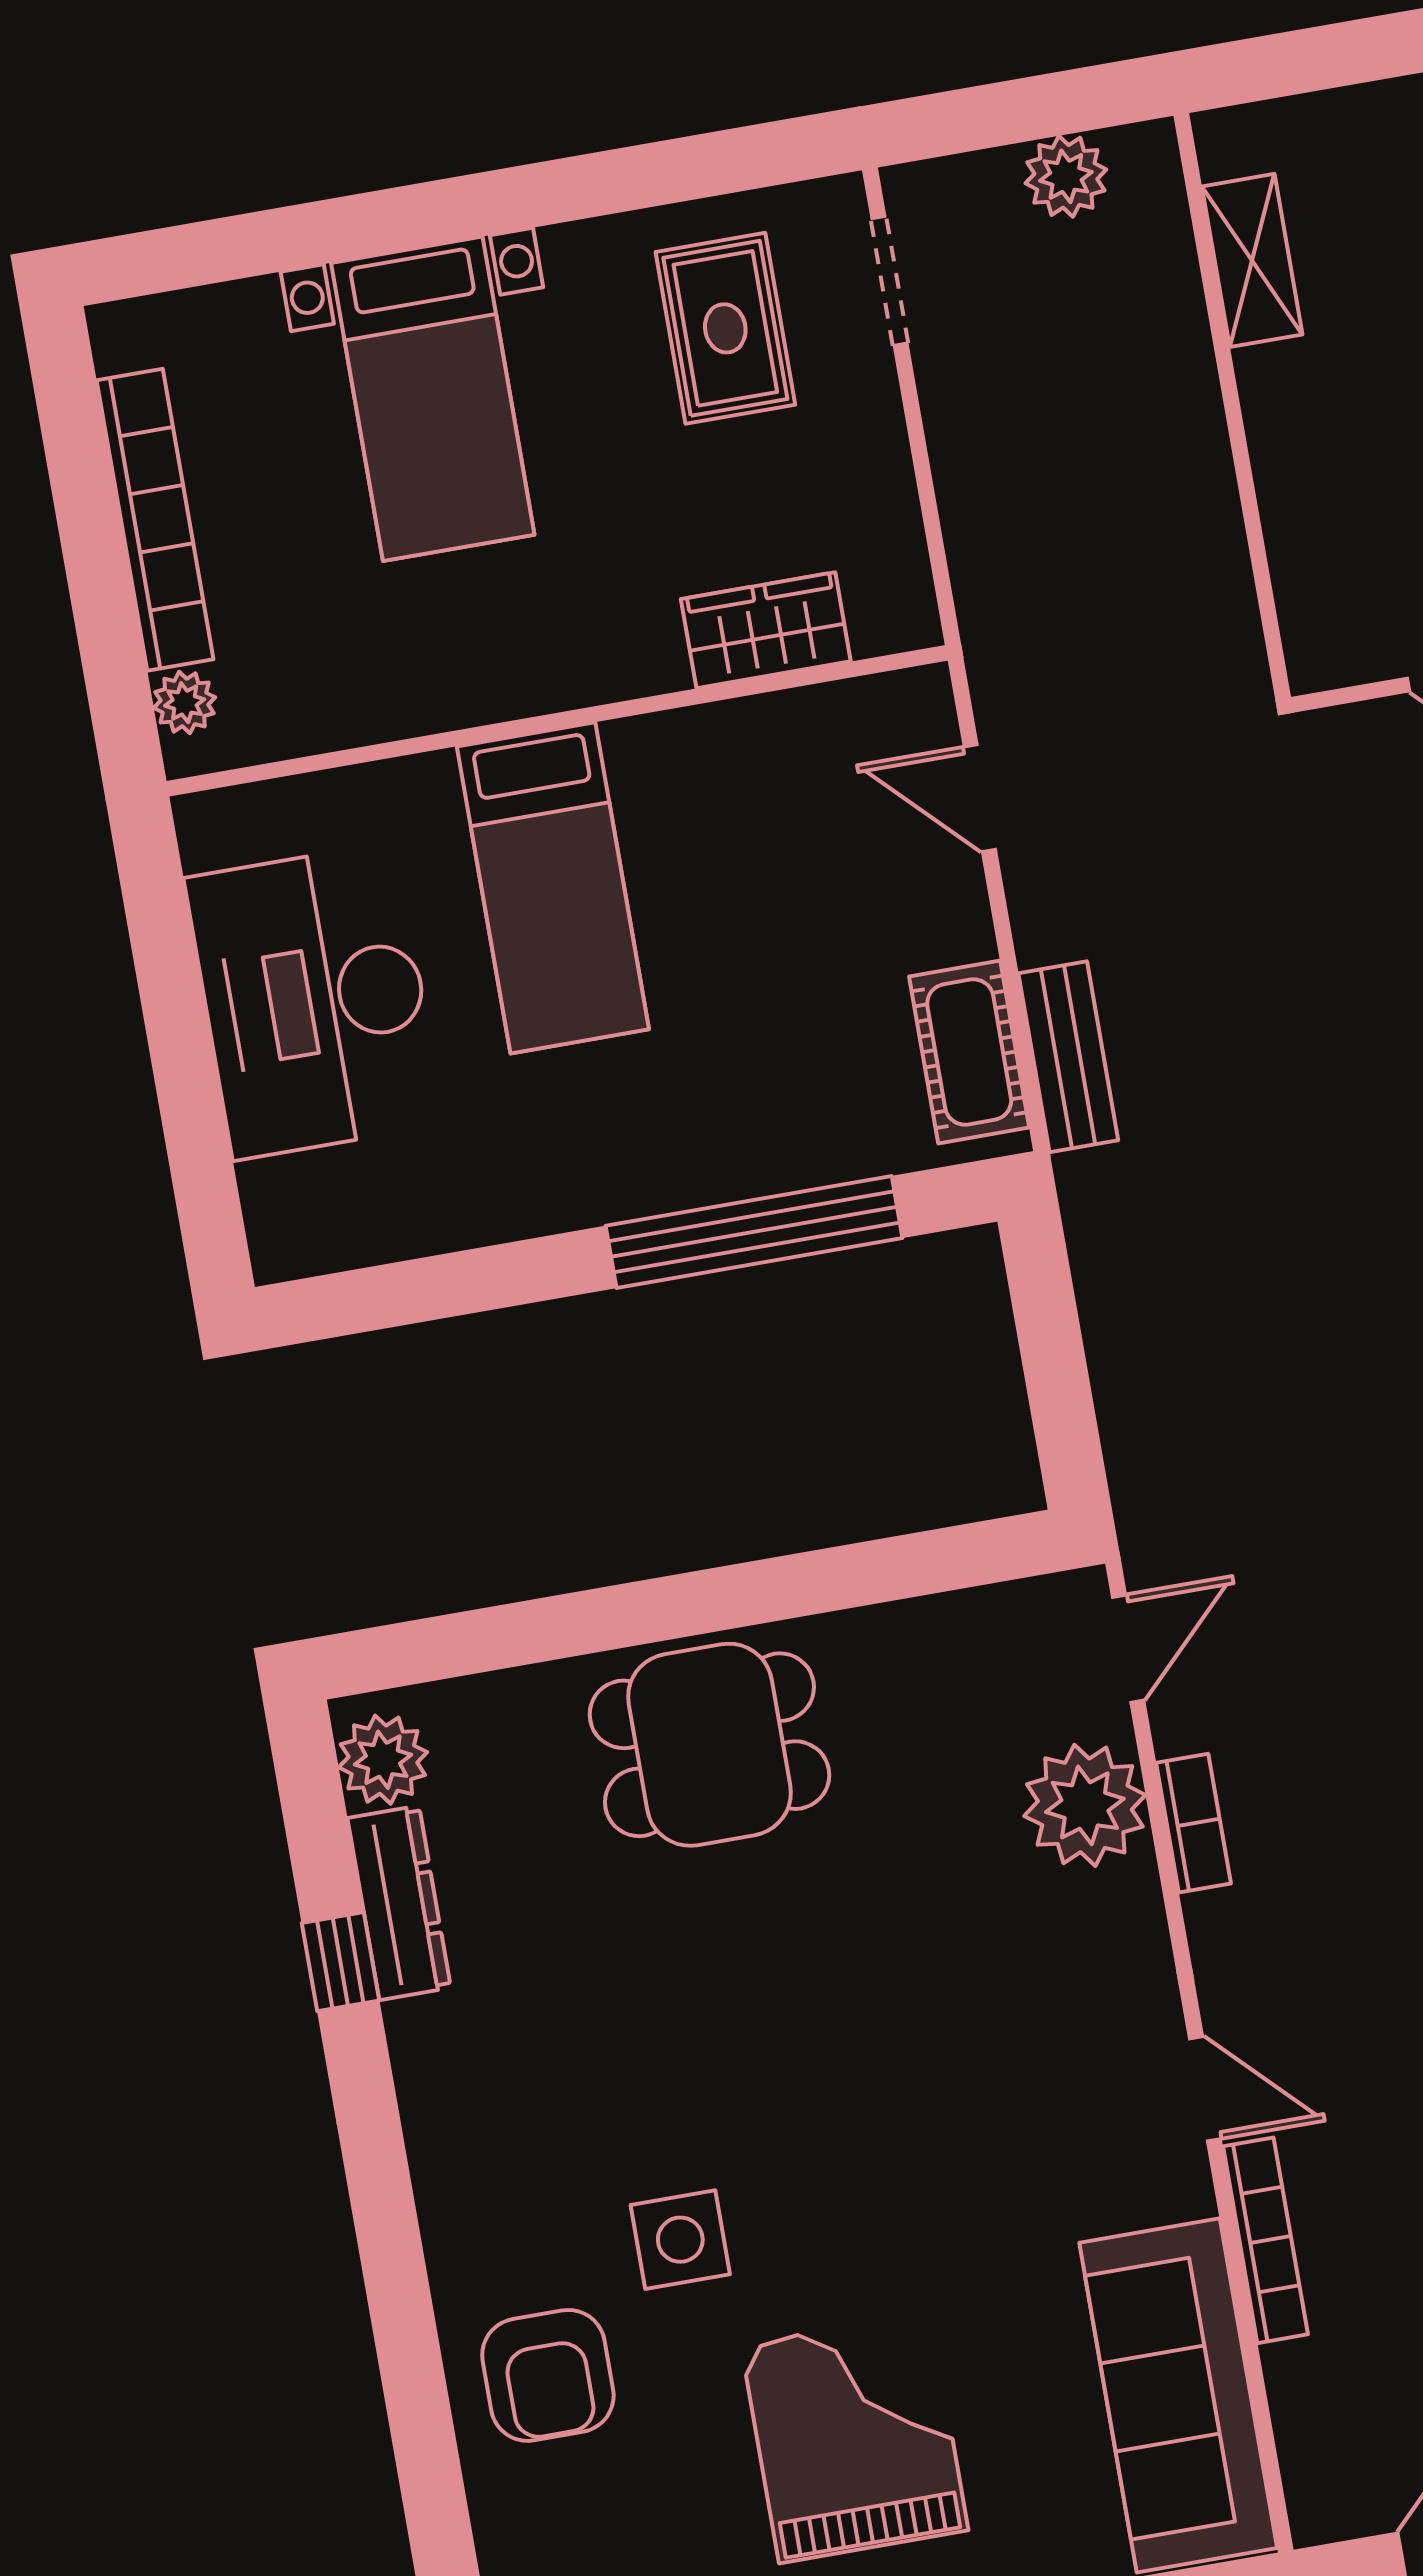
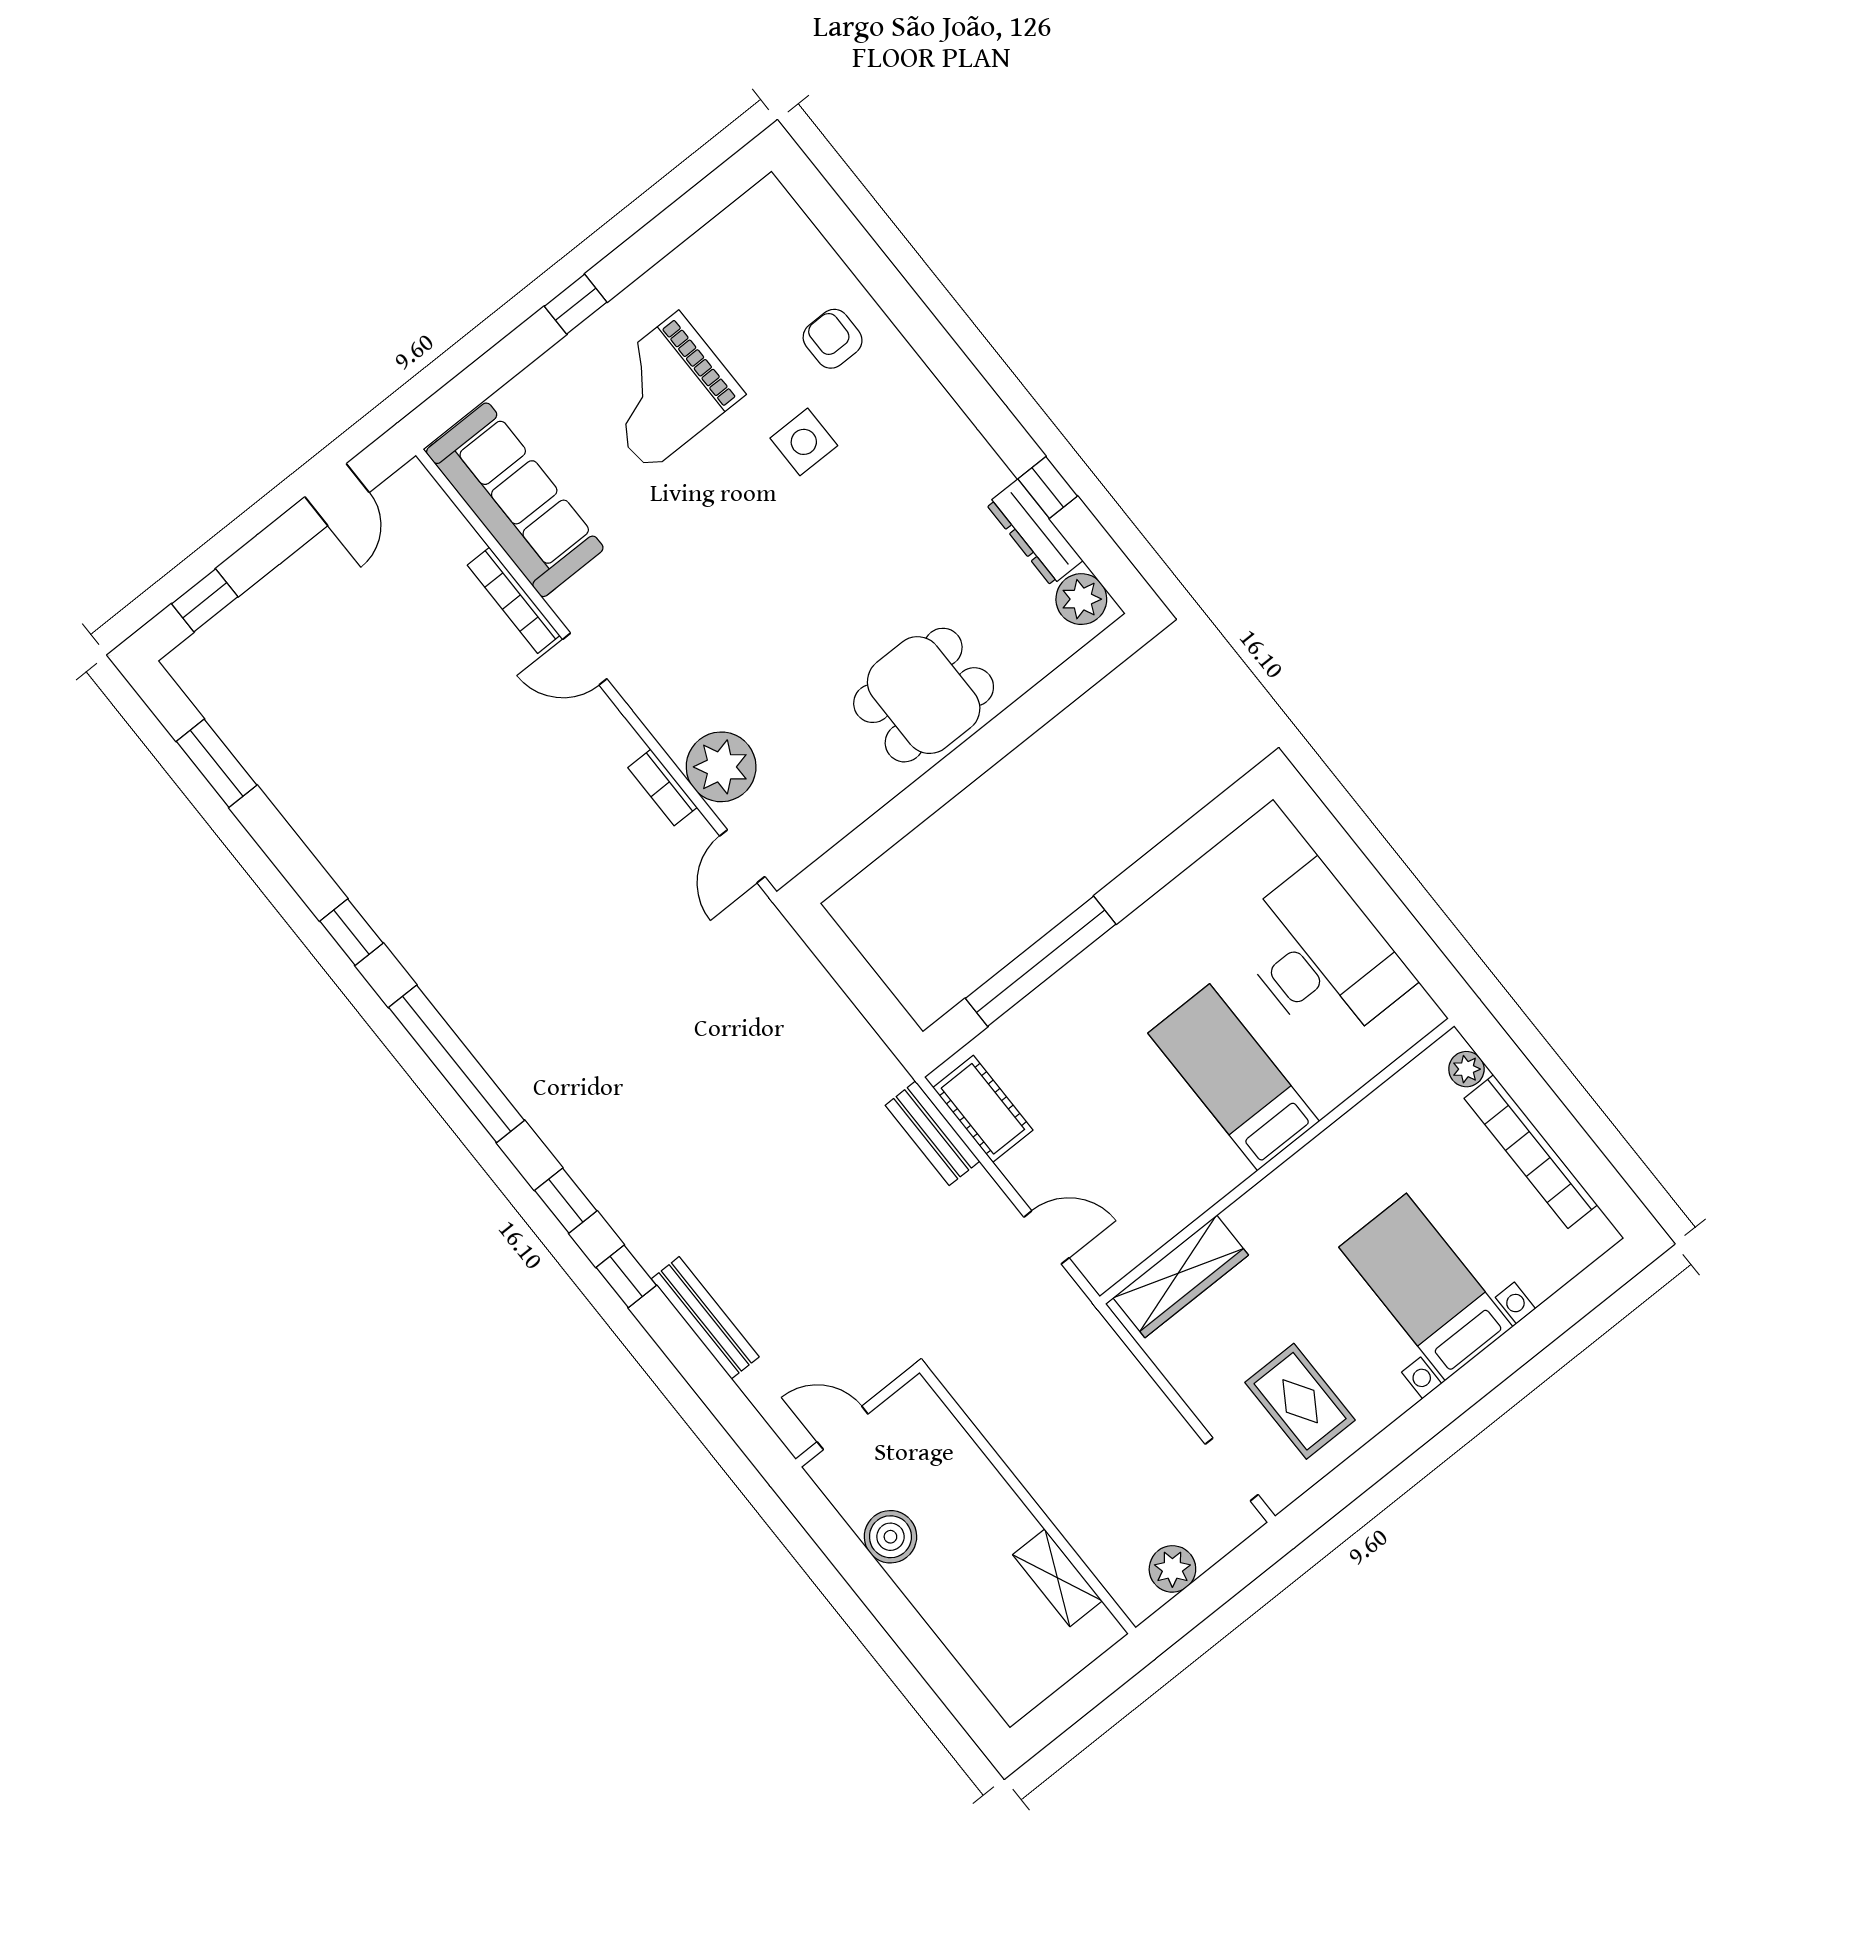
wardrobe: (766, 630) -> (1181, 1276), width x1.50
armchair: (548, 2375) -> (833, 339), width x0.72, depth x0.72
grand piano: (855, 2438) -> (664, 391), turned 90

